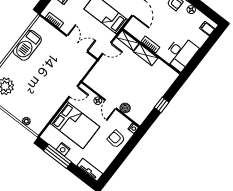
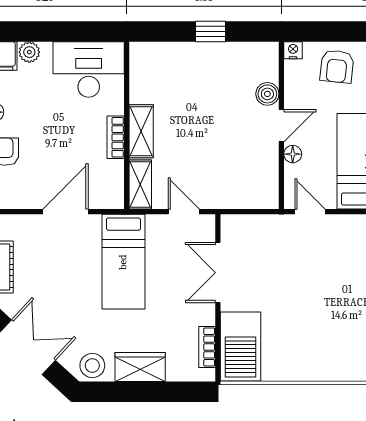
plant: (202, 38) -> (29, 52), added
barbecue: (27, 45) -> (241, 346), moved, turned 90

